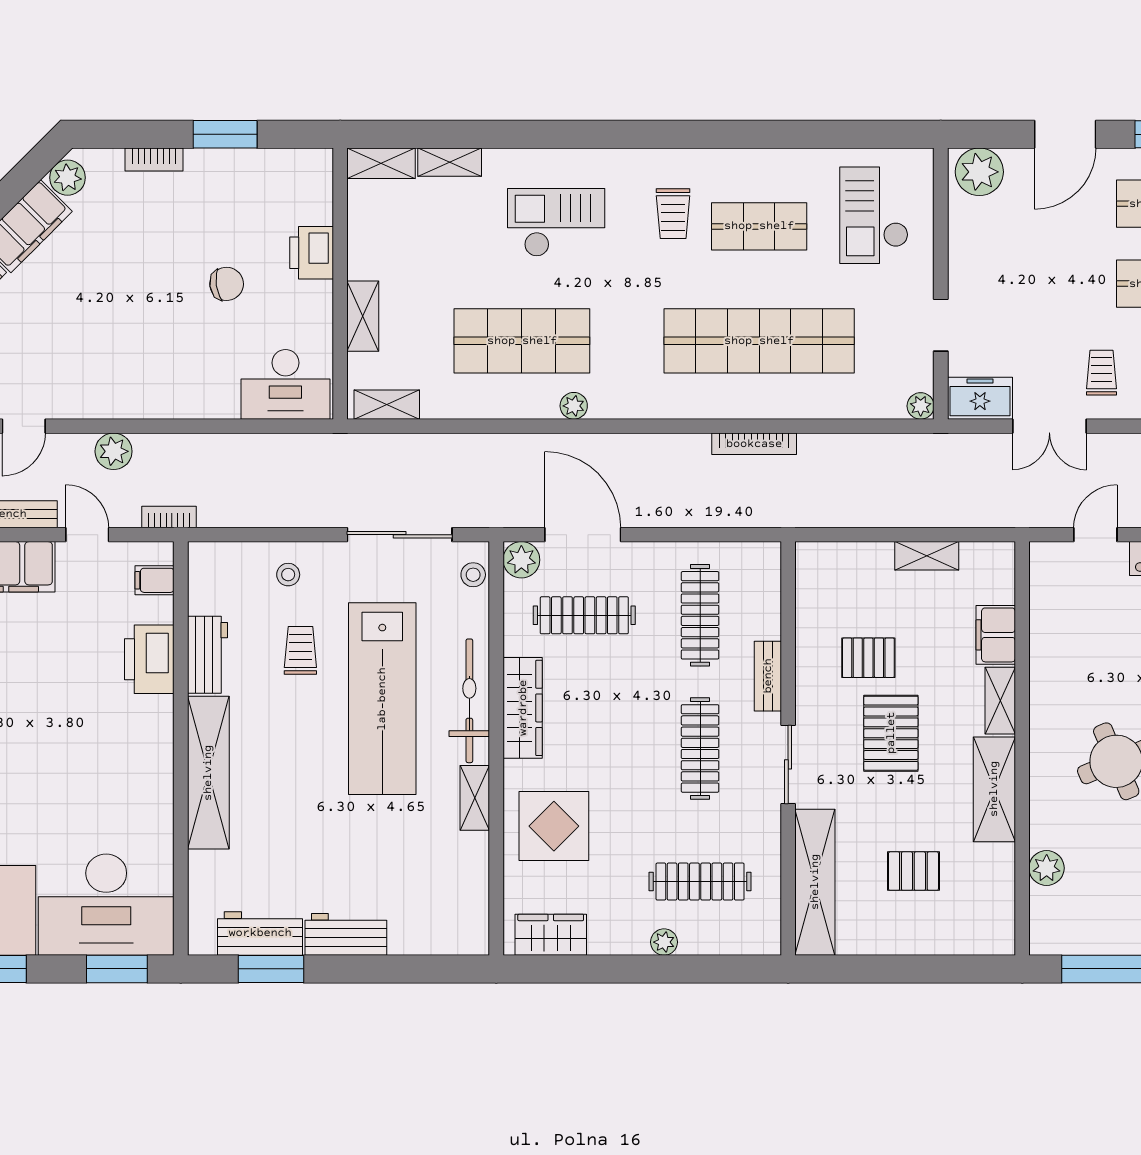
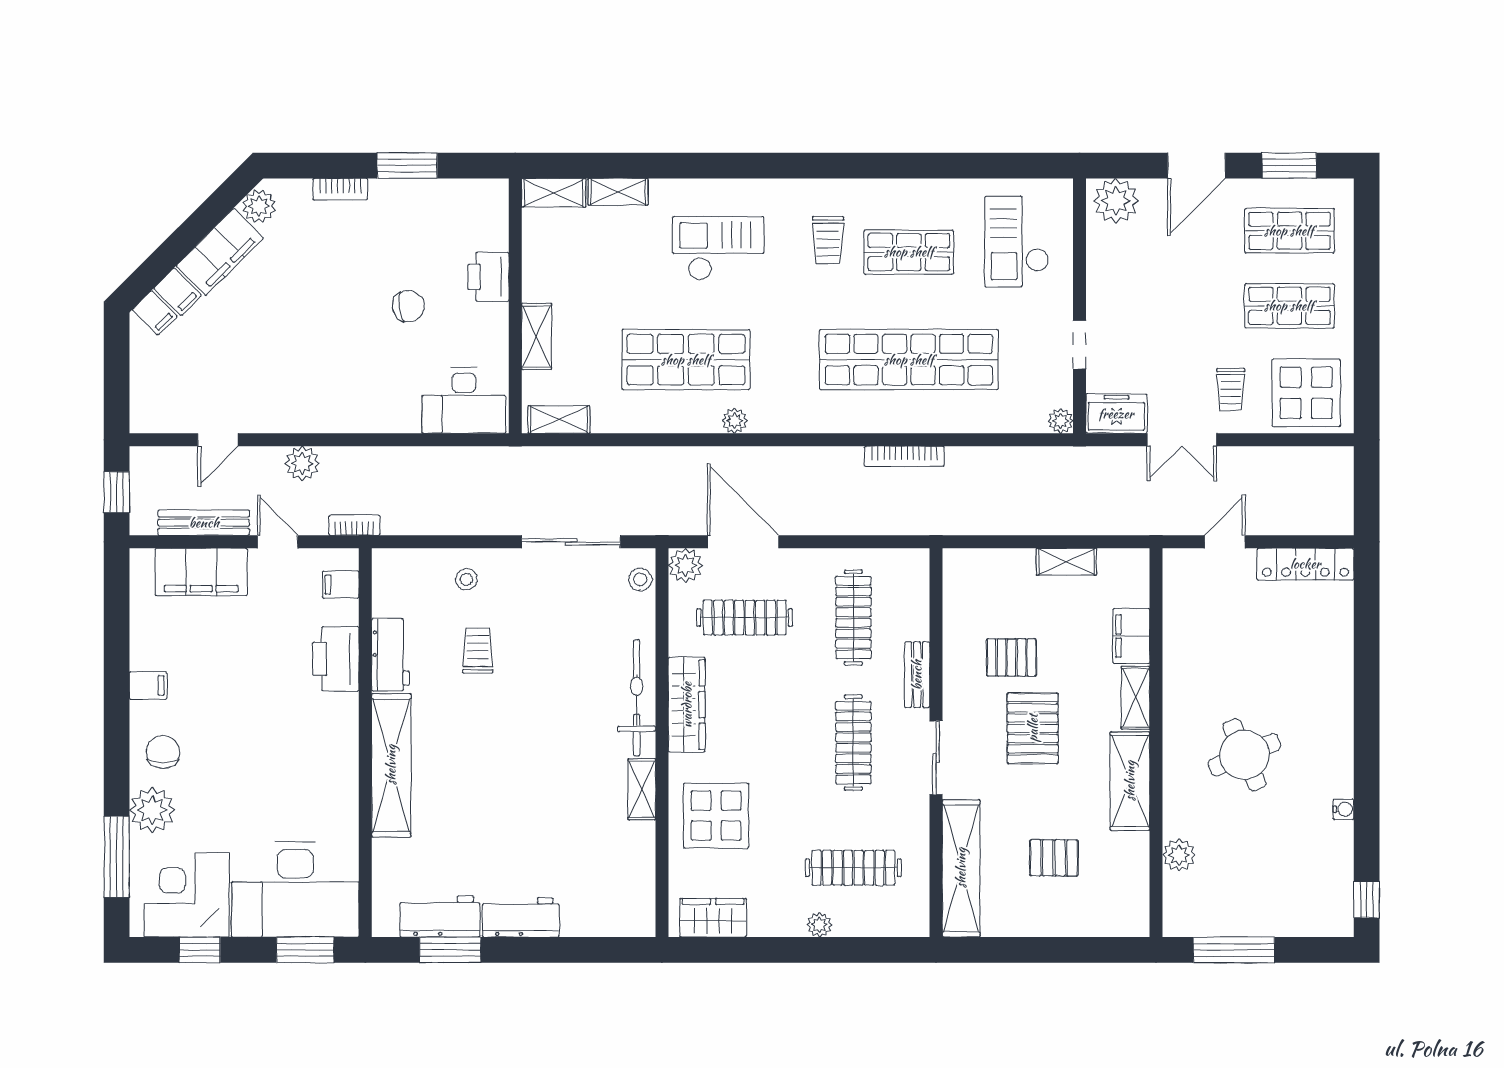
trolley: (1102, 373) -> (1231, 390), turned 180
lab bench: (382, 699) -> (555, 696), removed

